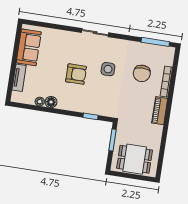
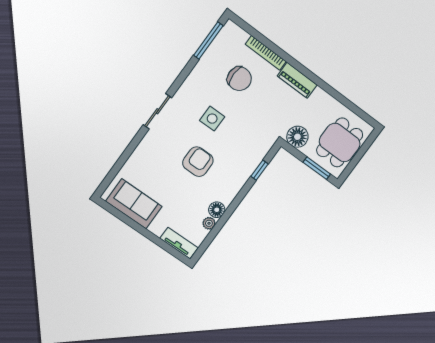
tv unit: (19, 78) -> (179, 243), moved
floor lamp: (124, 130) -> (297, 137), added
window: (112, 140) -> (317, 168), moved

